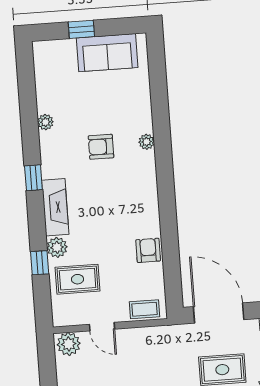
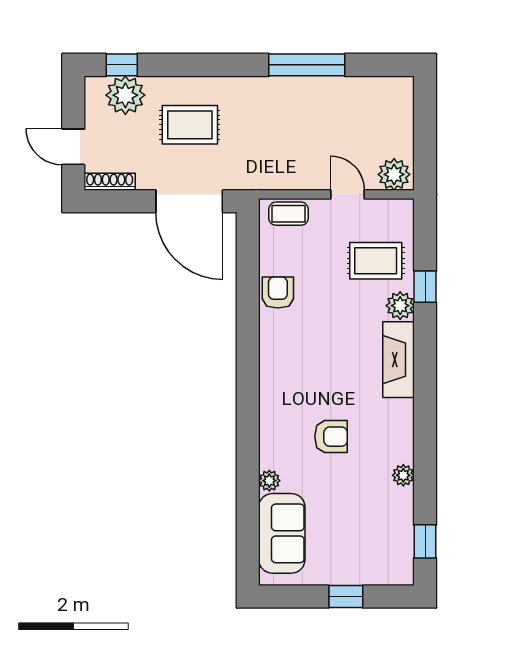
sofa: (107, 53) -> (282, 533), moved, turned 90
plant: (147, 142) -> (269, 481), moved
window: (33, 178) -> (425, 541), moved
armchair: (148, 250) -> (278, 293), turned 180

